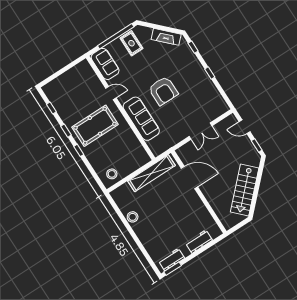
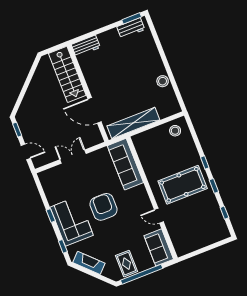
corner sofa: (190, 72) -> (72, 221), added
sofa: (141, 119) -> (125, 164), moved
stairs: (245, 190) -> (67, 74), moved, turned 135
workbench: (199, 242) -> (86, 46), moved

